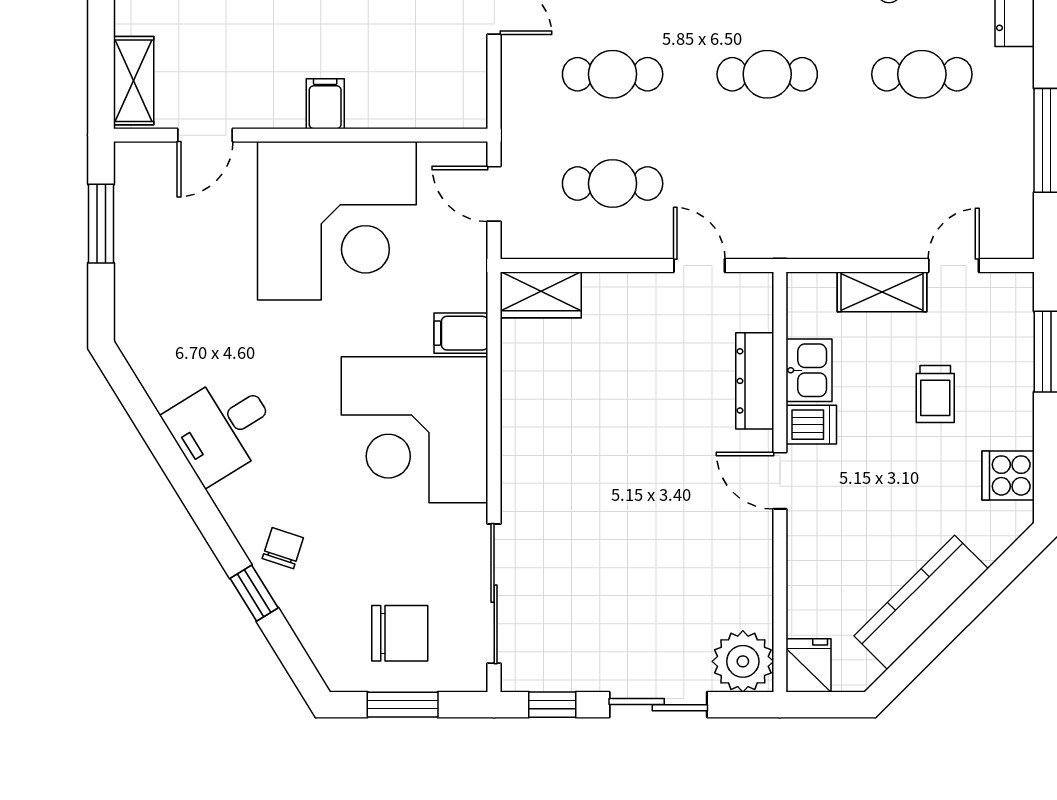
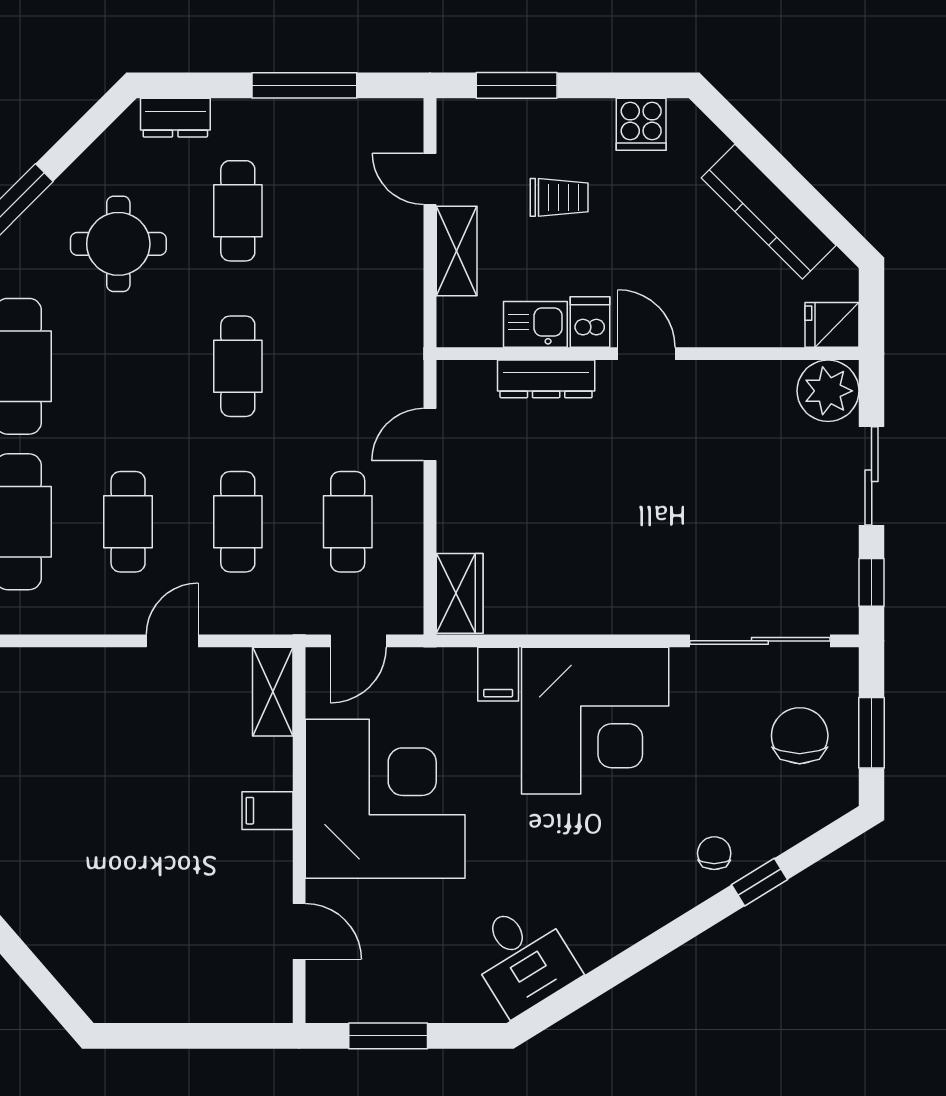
shelving: (134, 81) -> (273, 692), moved, turned 90
desk: (222, 428) -> (523, 958), moved
door: (780, 481) -> (646, 354), swing flipped
chair: (283, 548) -> (714, 853), turned 72

